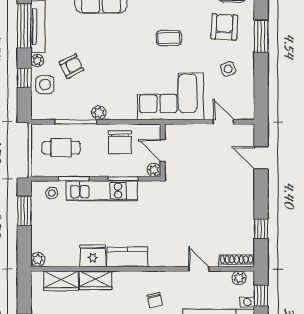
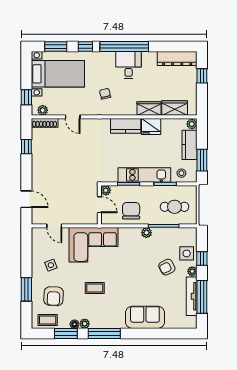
kitchen counter: (41, 231) -> (190, 145), added

